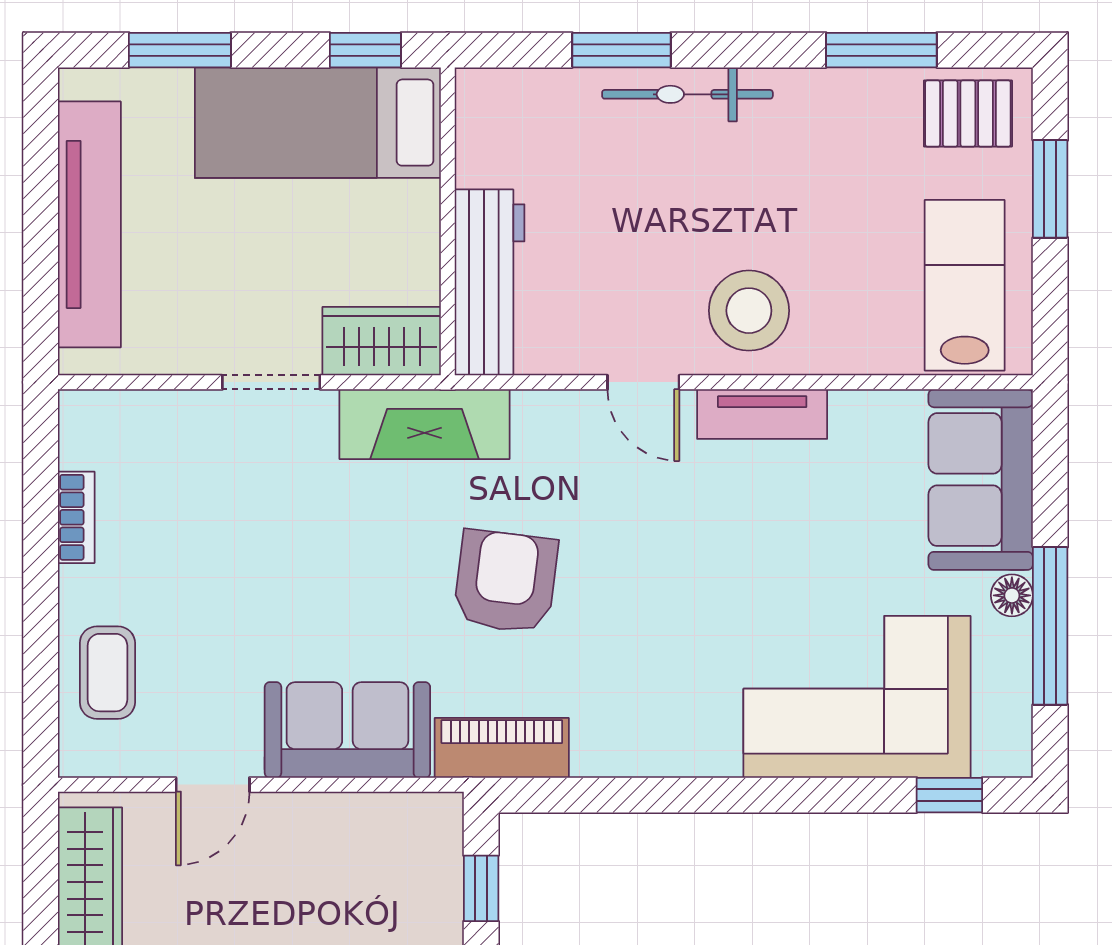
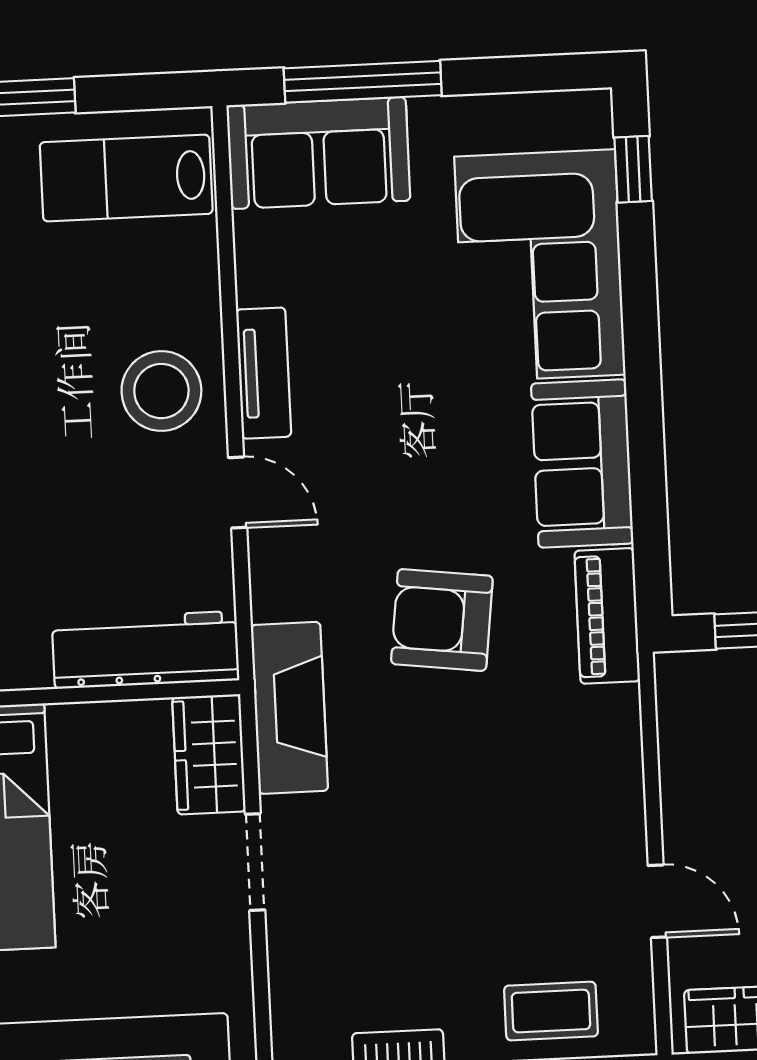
door: (643, 382) -> (238, 493), hinge flipped
floor lamp: (1012, 595) -> (432, 117), removed
window: (1050, 626) -> (363, 82), moved
sofa: (347, 730) -> (582, 463), moved

